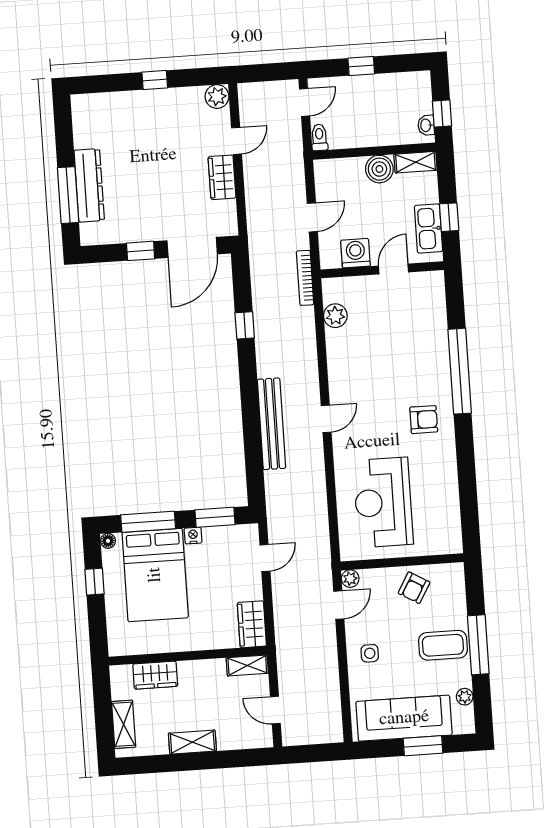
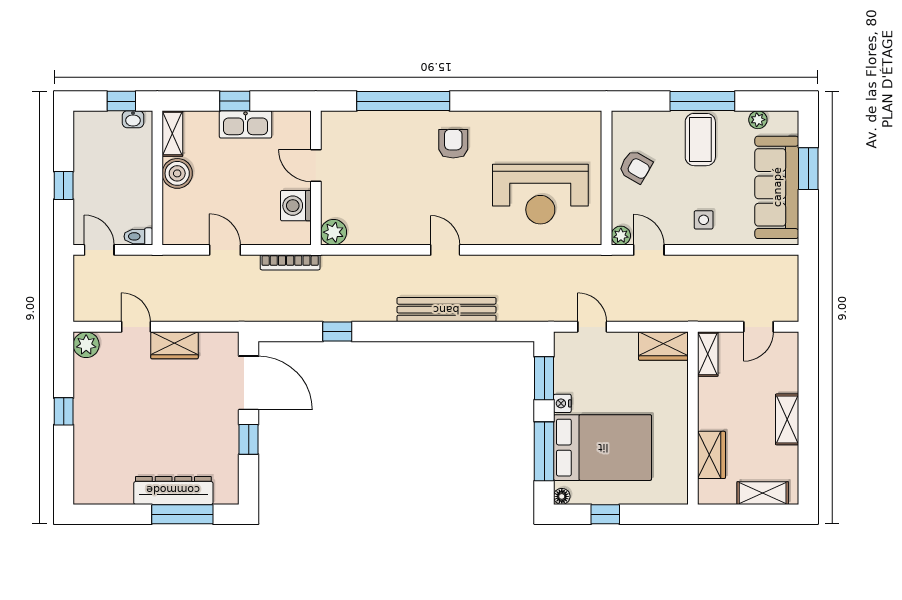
washing machine: (355, 253) -> (296, 206), moved
door: (393, 269) -> (316, 165), moved
wall: (382, 270) -> (316, 178), moved

